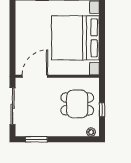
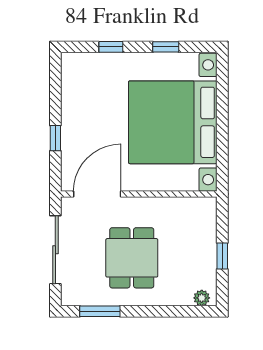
window: (12, 46) -> (55, 138), added
dining table: (77, 104) -> (132, 258), moved, turned 90

